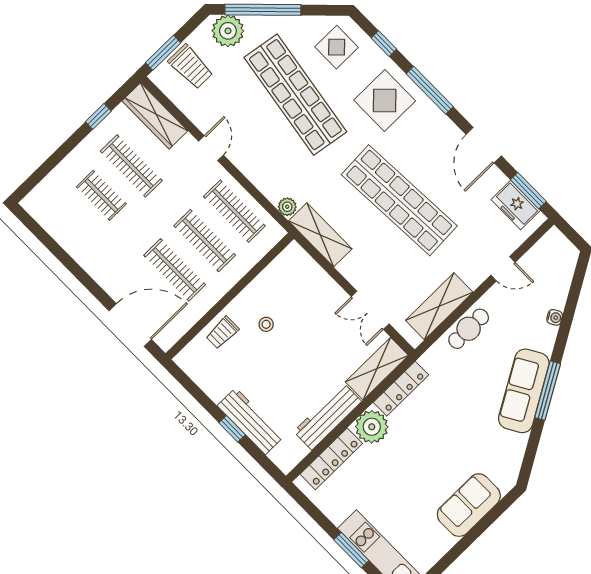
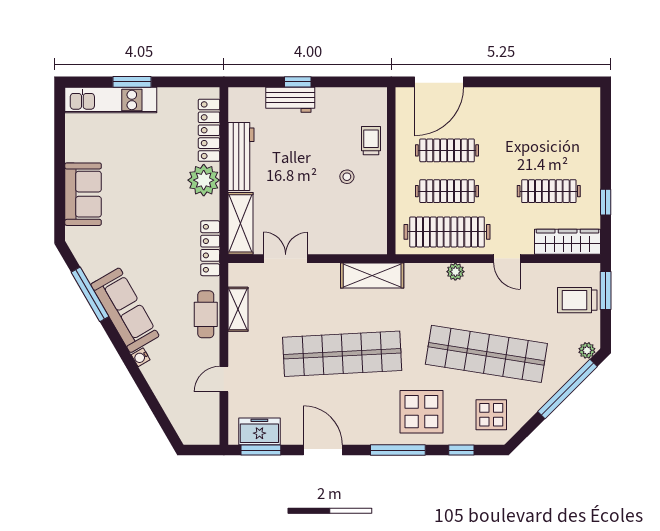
plant: (228, 31) -> (587, 350), width x0.53, depth x0.53
clothes rail: (101, 195) -> (549, 150), removed
plant: (287, 207) -> (455, 272), moved
clothes rail: (234, 211) -> (447, 232), width x1.37, depth x1.31
shelving: (439, 306) -> (238, 309), width x0.67, depth x0.75
water cooler: (555, 317) -> (141, 357), moved
locker: (401, 389) -> (210, 248), moved
window: (548, 391) -> (90, 294), moved
workbench: (250, 421) -> (290, 100), width x0.73

